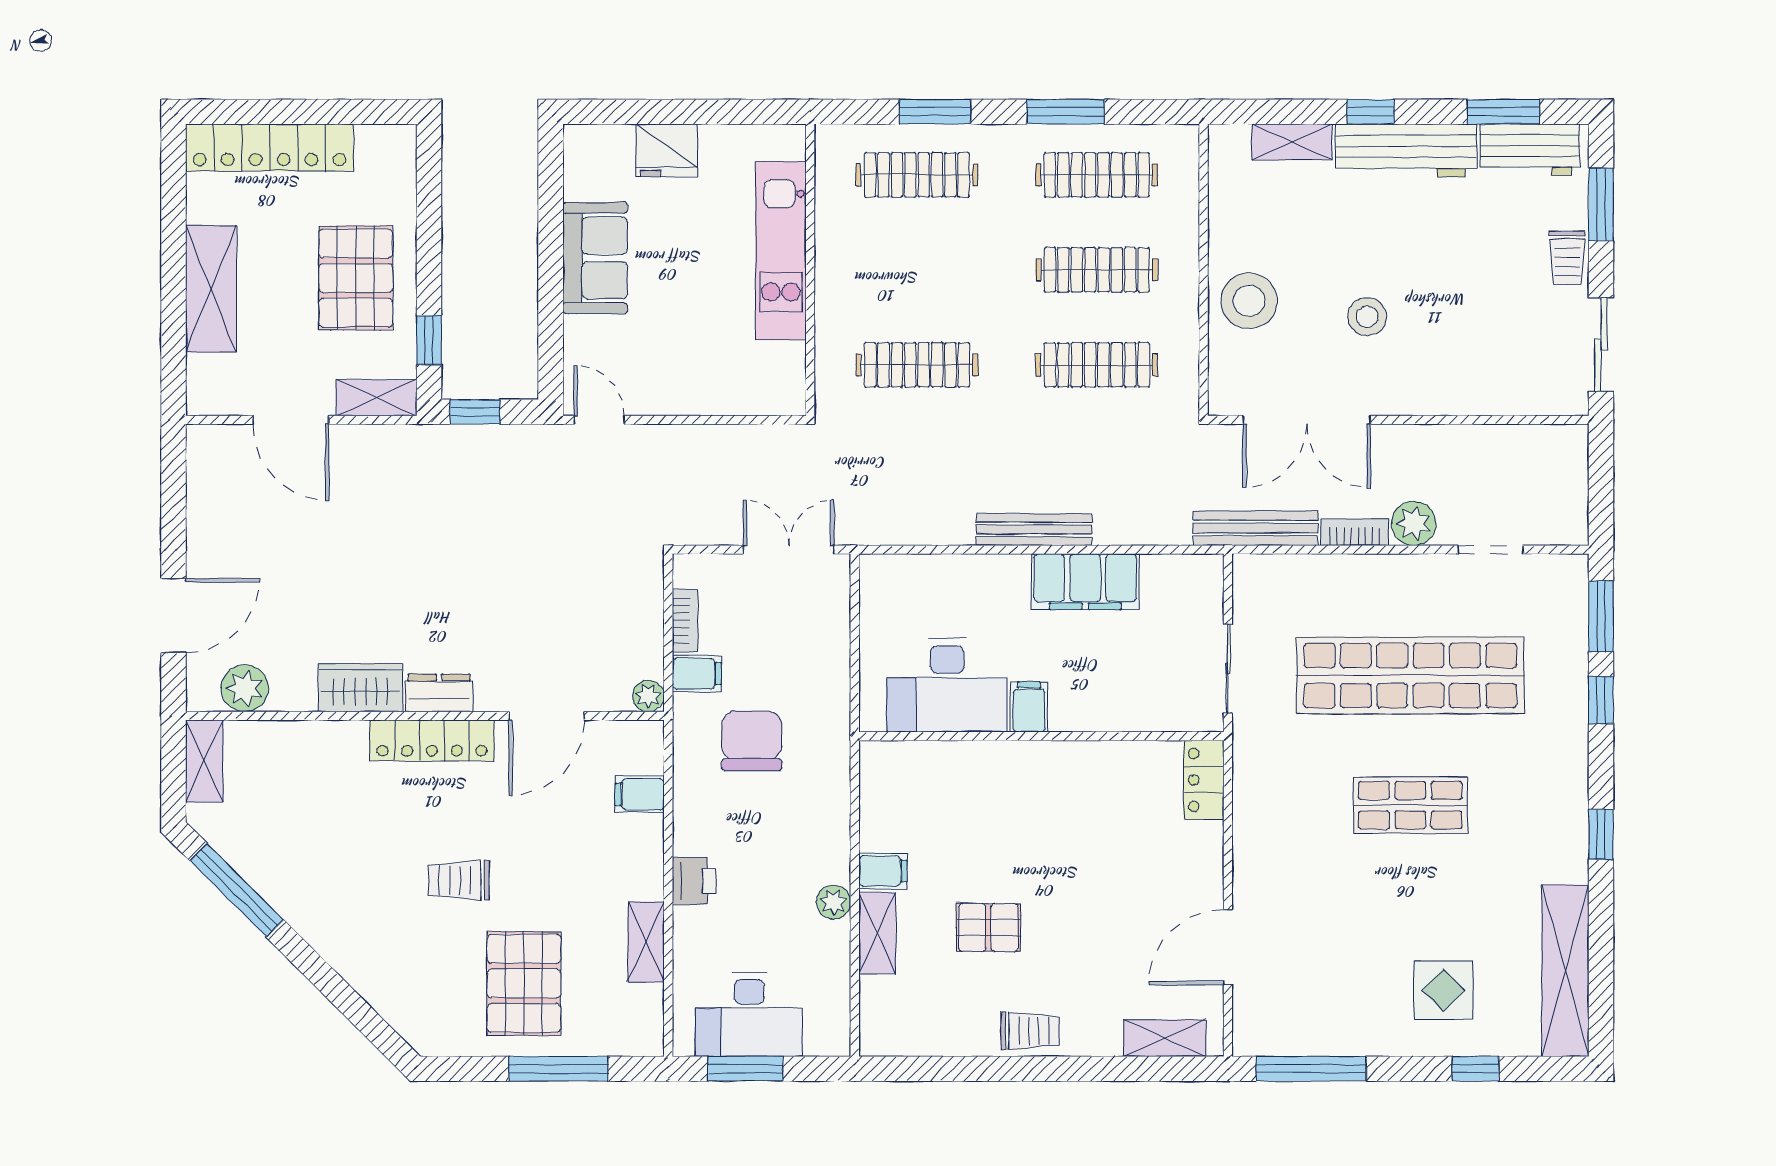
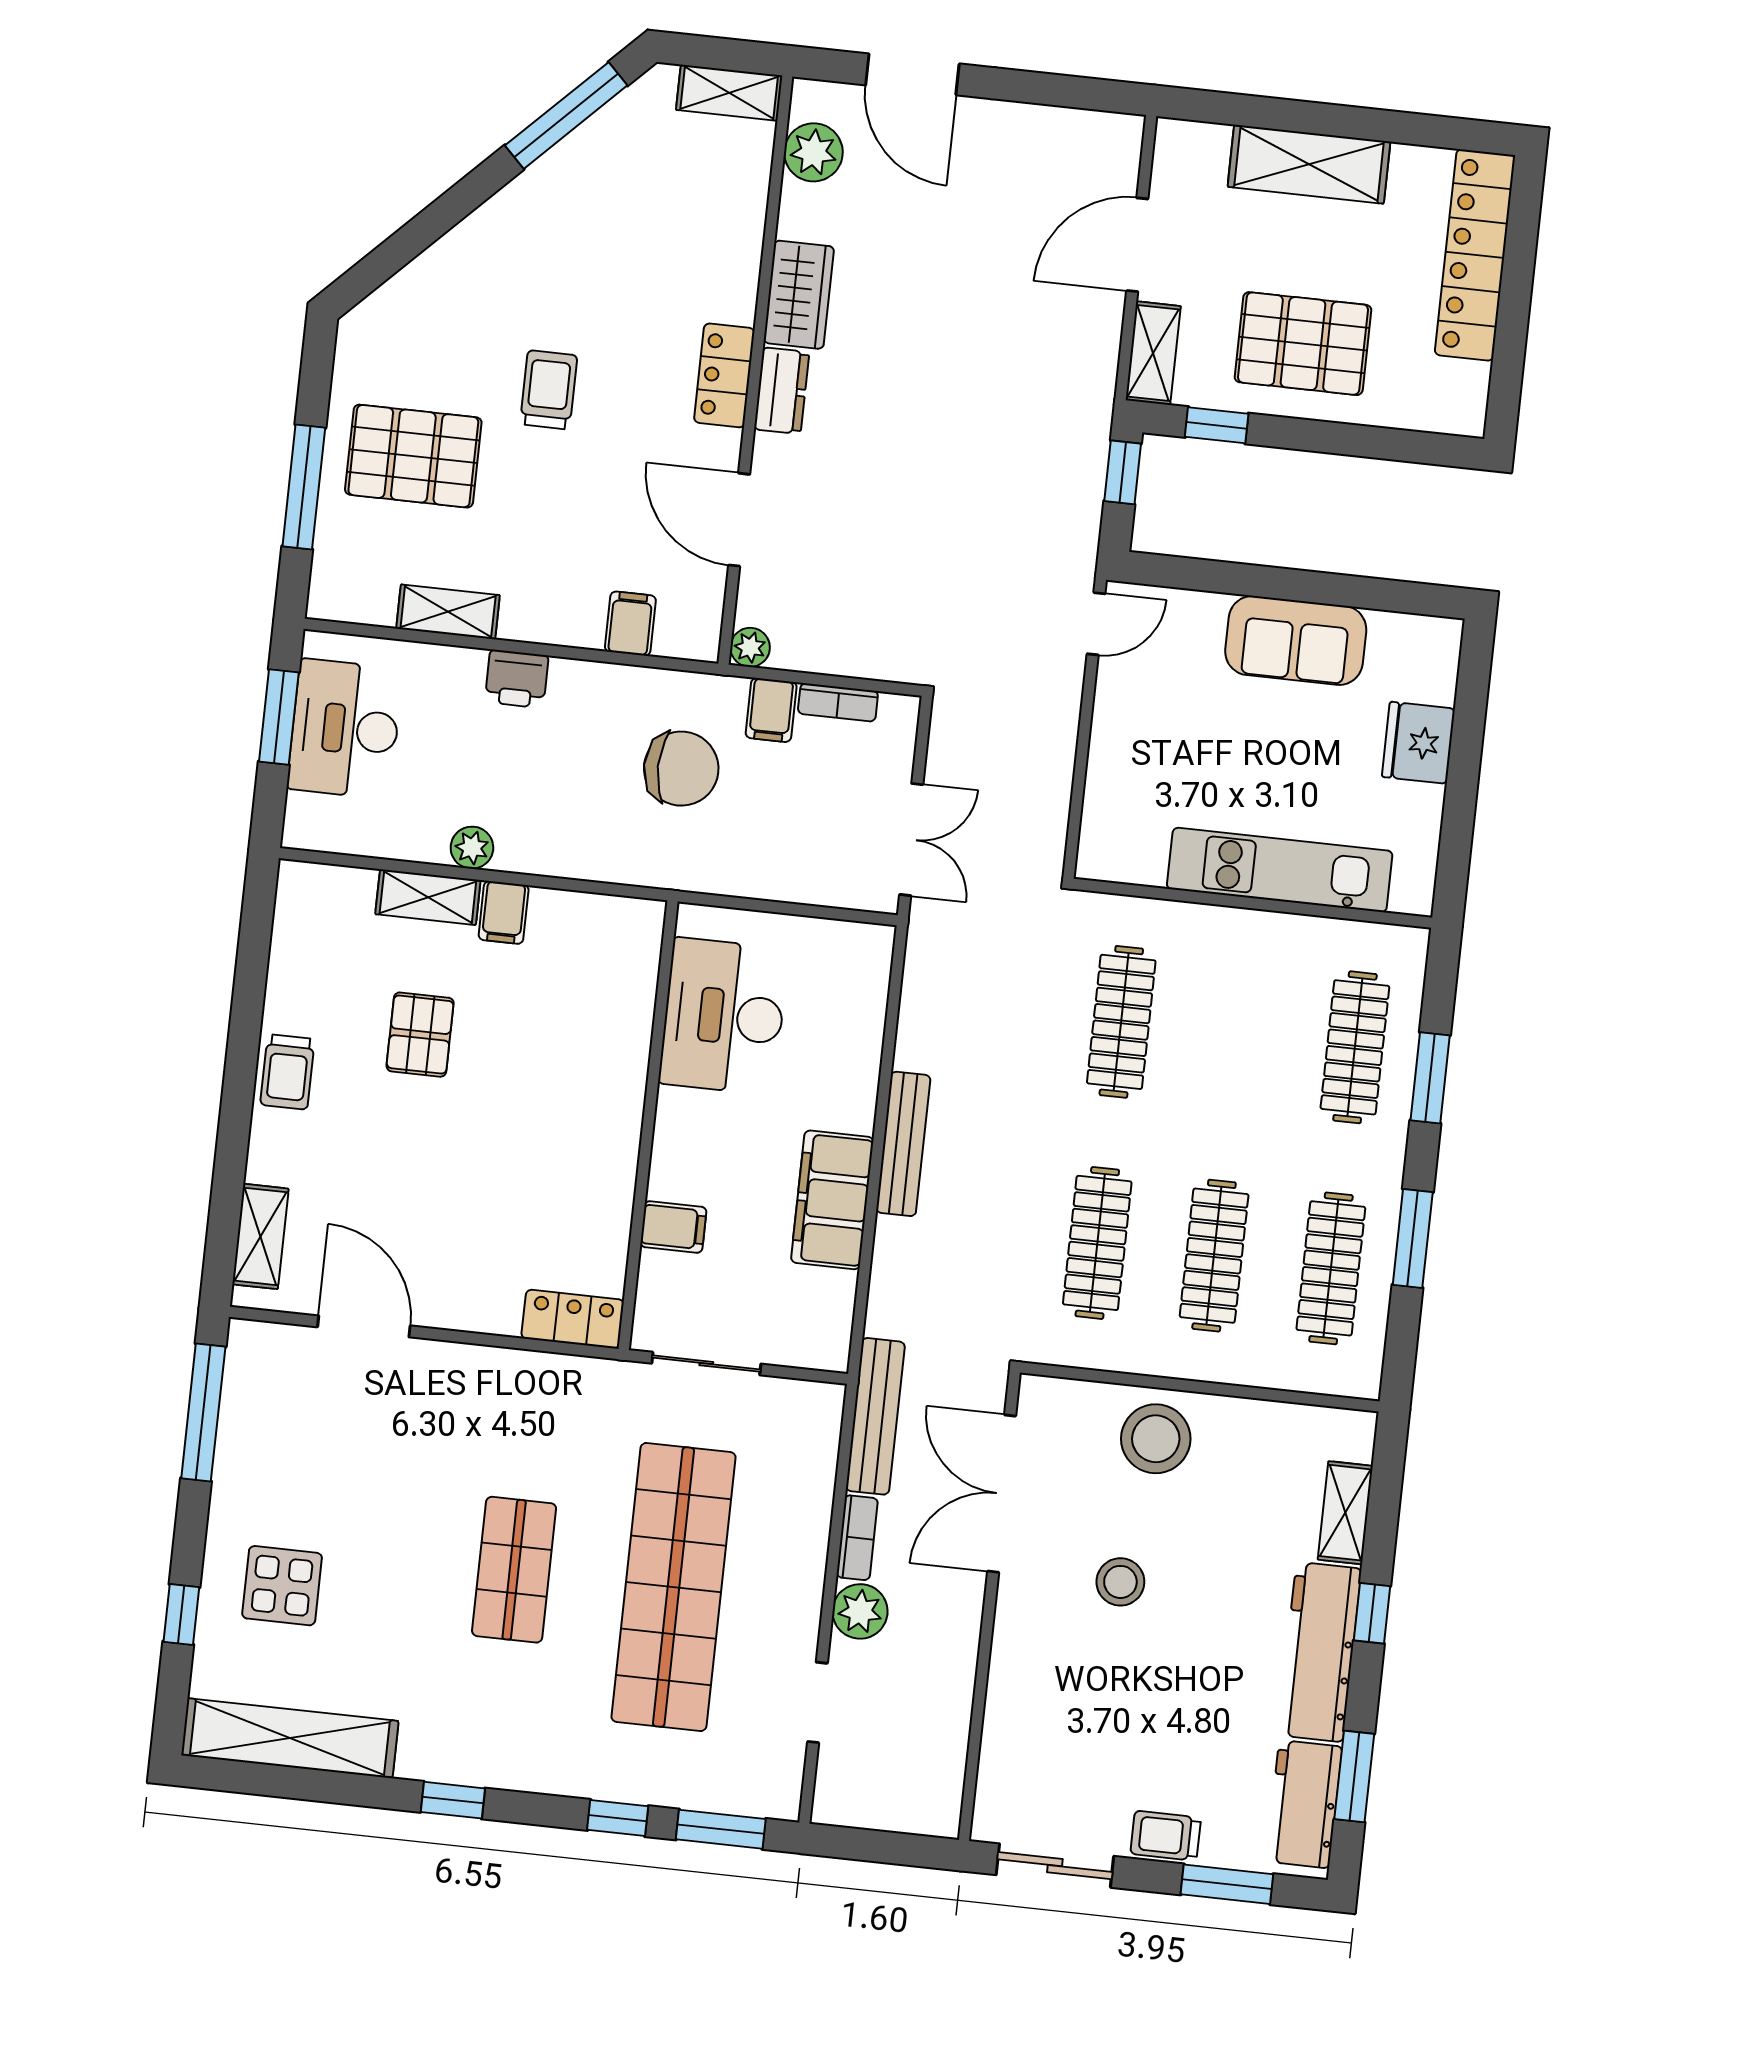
filing cabinet: (1029, 707) -> (673, 1227), moved
locker: (432, 740) -> (724, 375), width x0.66

